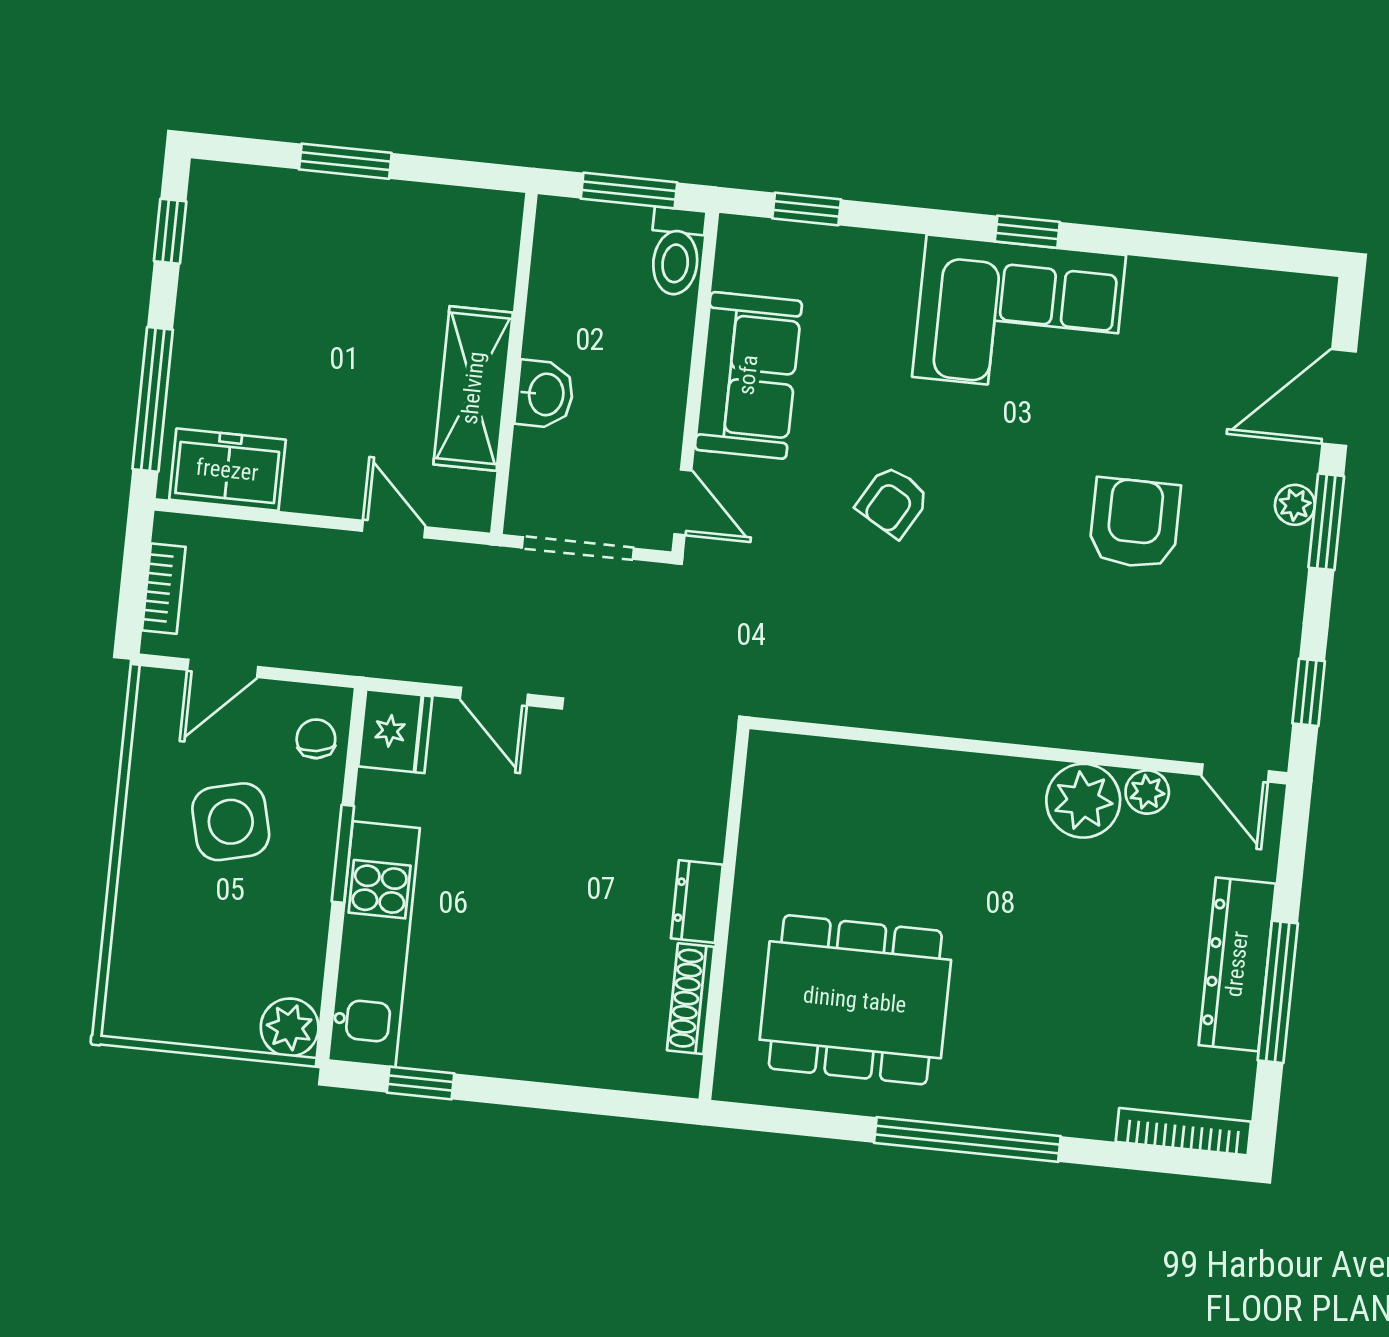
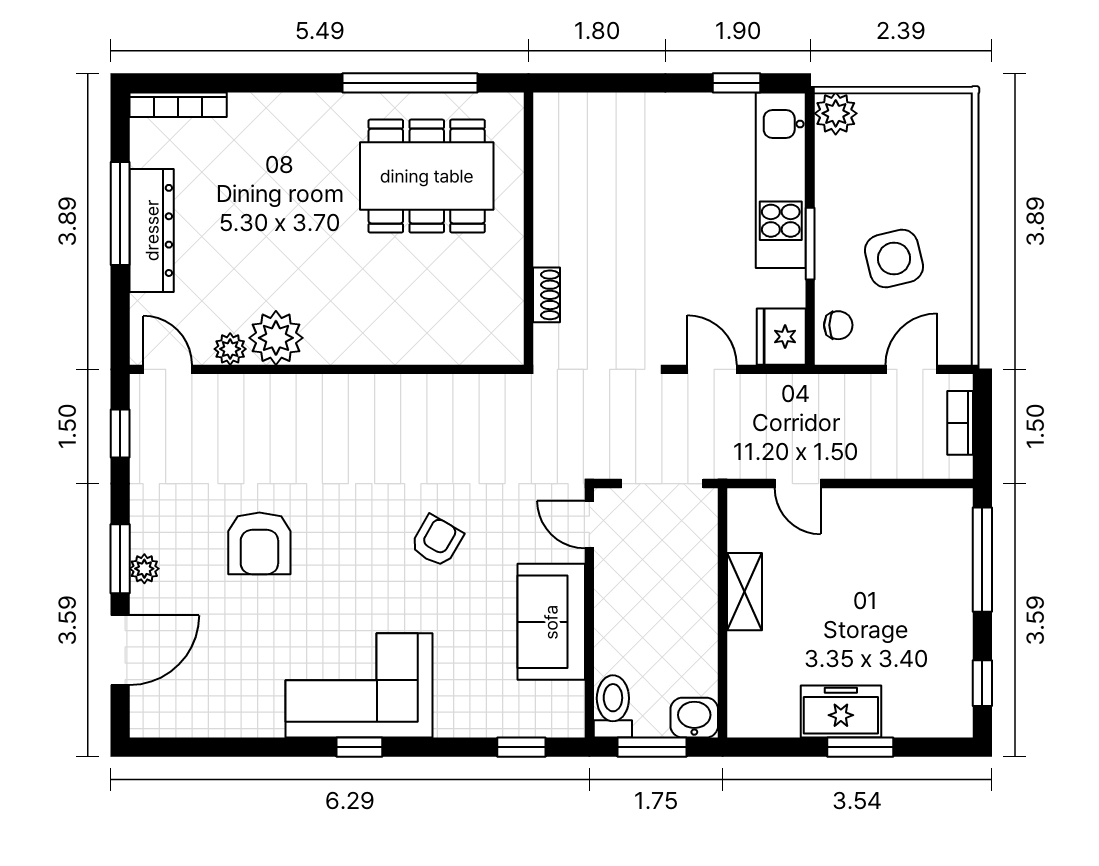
shelving: (473, 388) -> (745, 592), width x0.67, depth x0.75
washbasin: (545, 394) -> (694, 718), moved, turned 90
freezer: (227, 470) -> (841, 712), moved, turned 180
chair: (316, 739) -> (838, 325), turned -81
dresser: (697, 901) -> (549, 236), removed
shoe rack: (691, 999) -> (546, 295), moved, width x0.70
window: (967, 1140) -> (410, 83), moved

